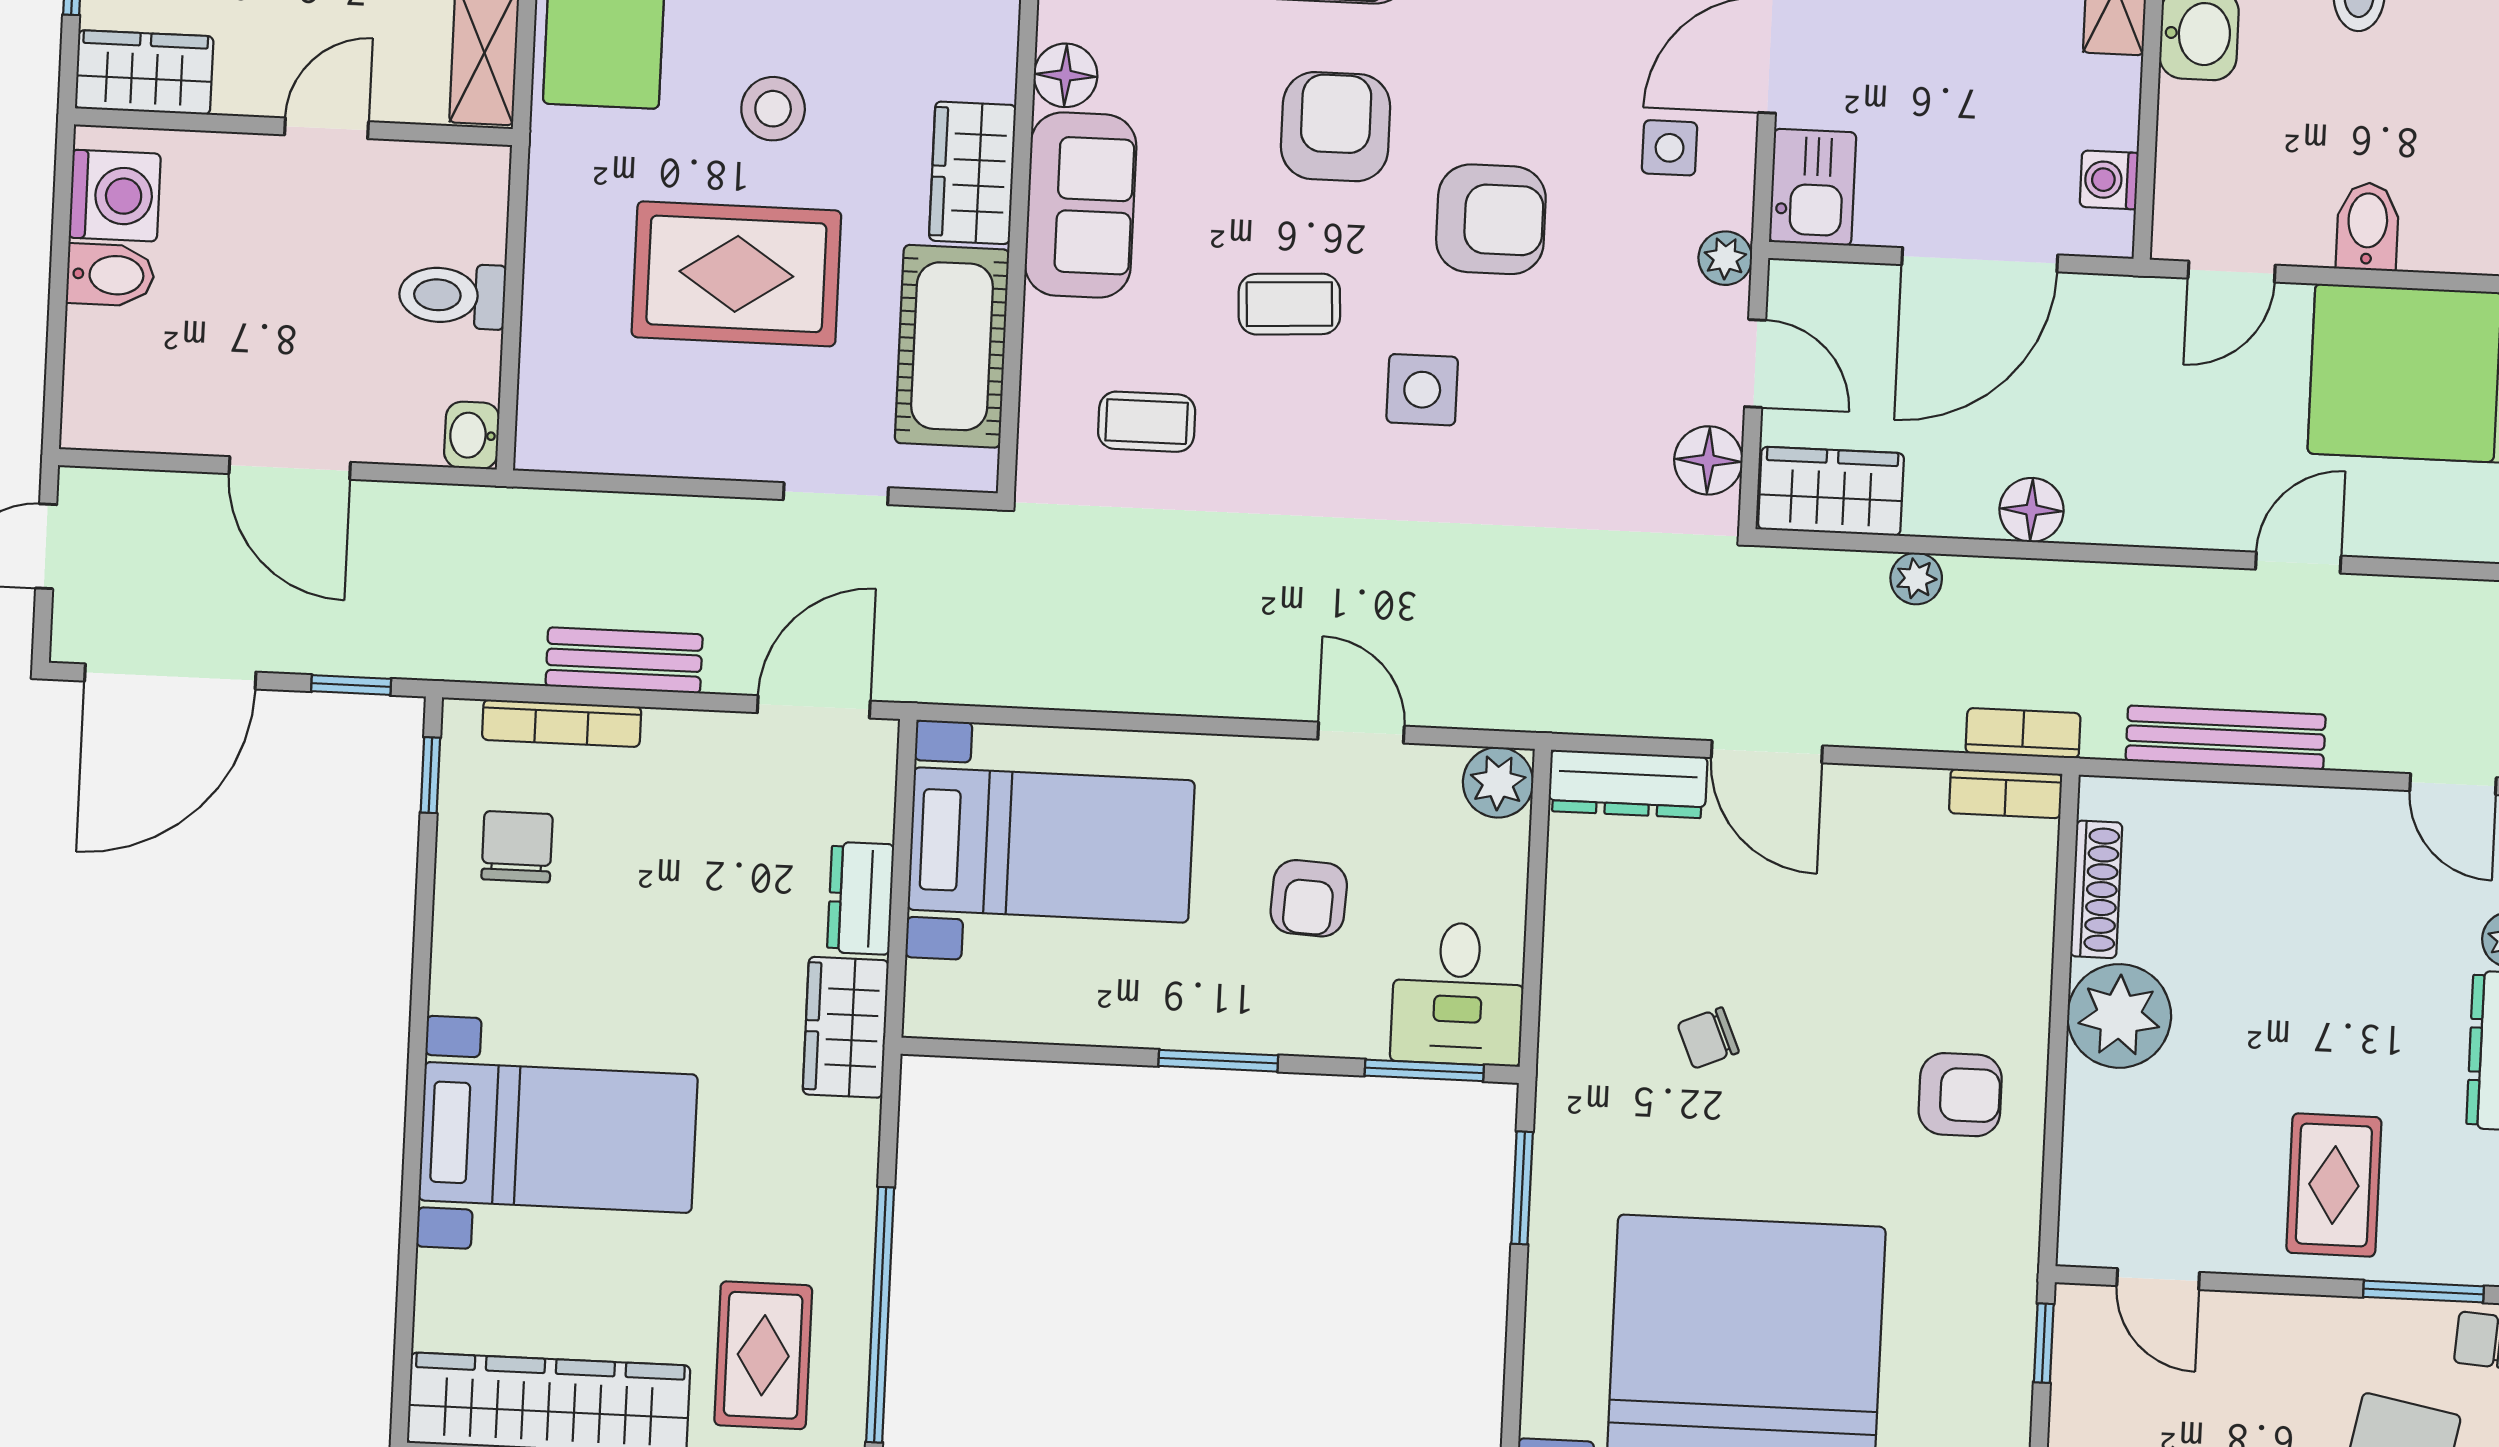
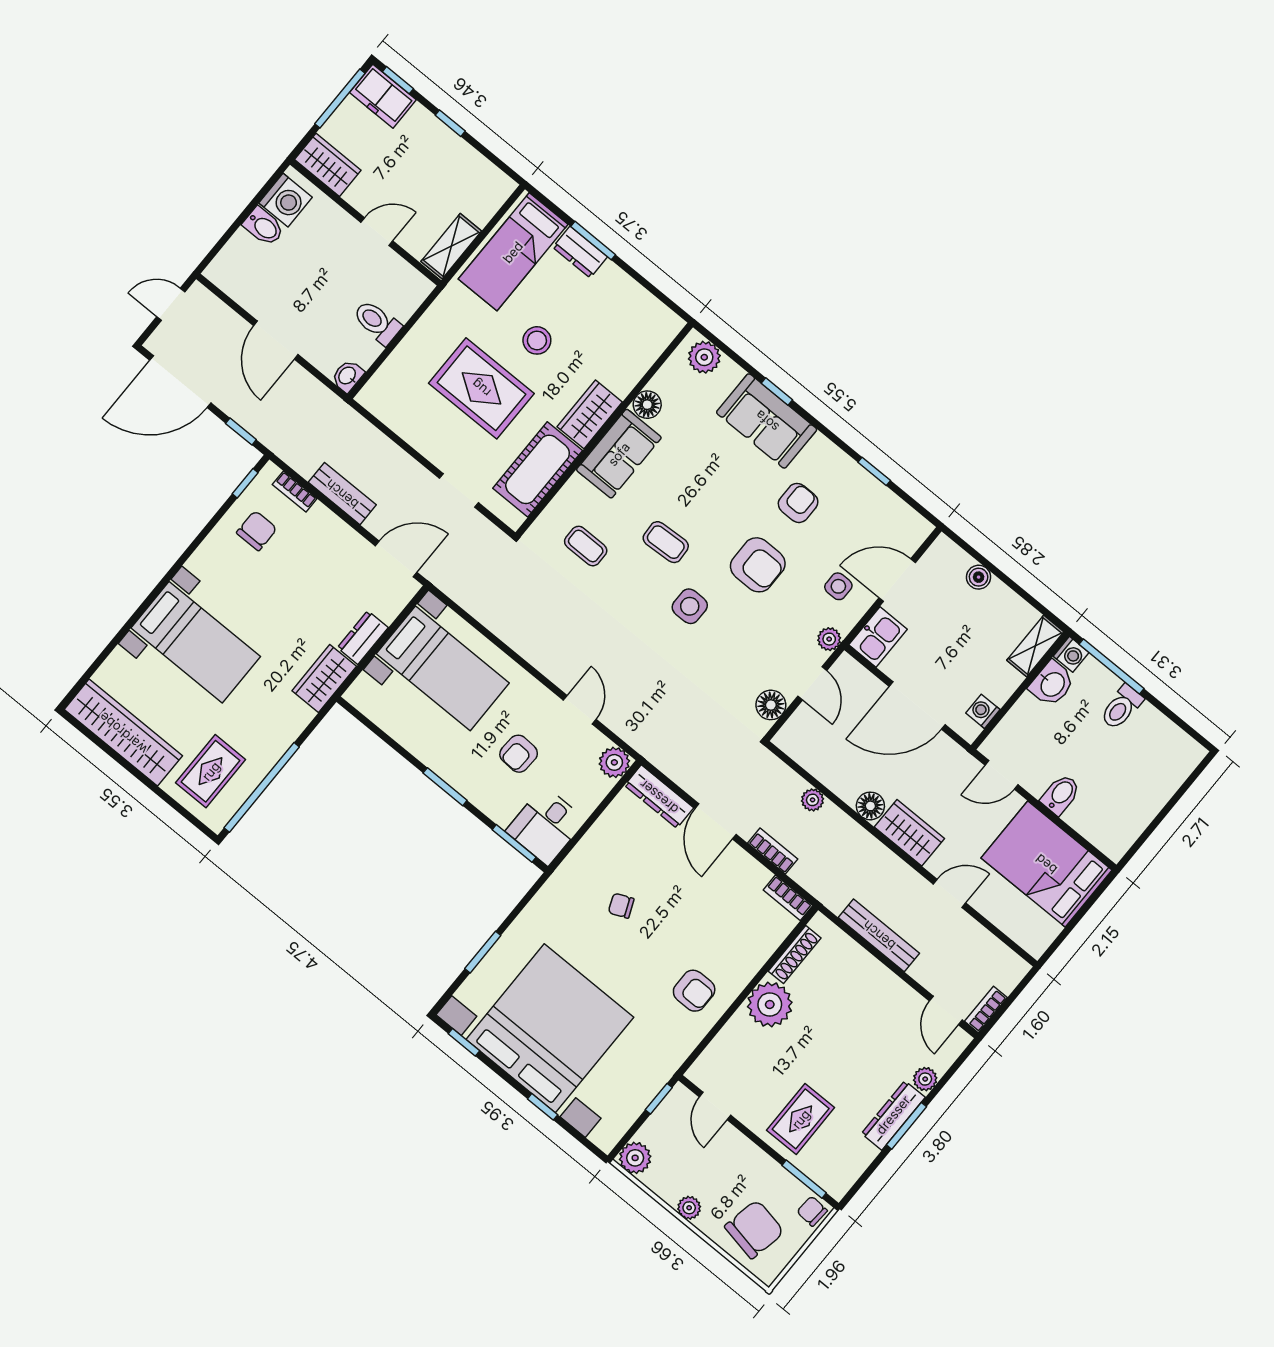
armchair: (1336, 127) -> (798, 503), moved, width x0.72, depth x0.72
wardrobe: (1831, 491) -> (909, 833), moved
bookcase: (562, 723) -> (295, 491), width x0.64
bookcase: (2023, 733) -> (773, 851), moved
window: (1522, 1188) -> (483, 952), moved

